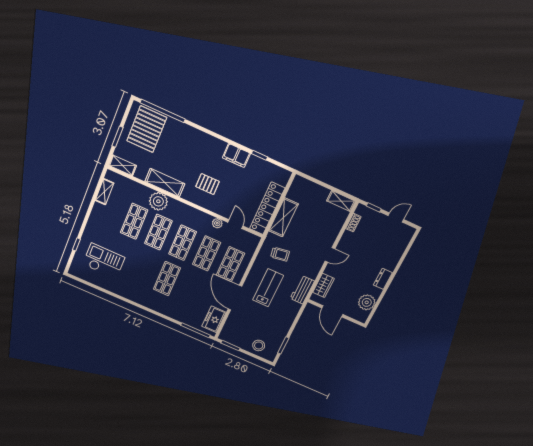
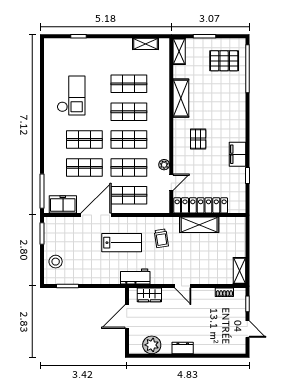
pallet: (147, 129) -> (224, 61), width x0.73, depth x0.71
plant: (158, 201) -> (160, 99), removed
checkout: (104, 261) -> (71, 95), moved
shop shelf: (191, 289) -> (84, 167), added

